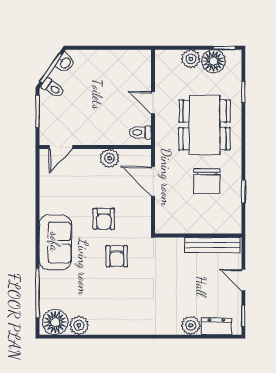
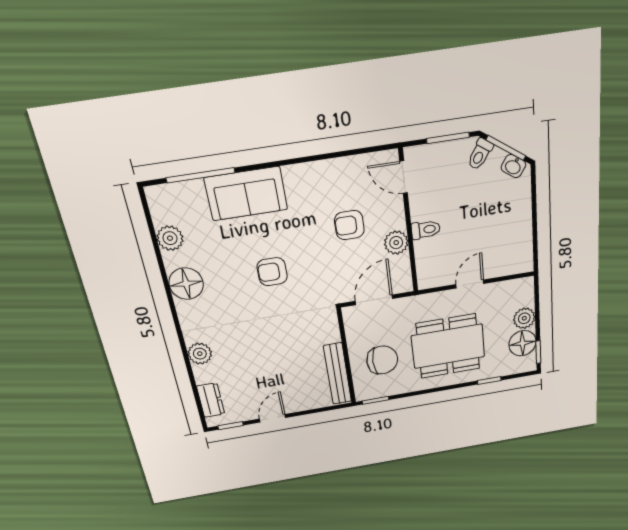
toilet: (140, 133) -> (426, 230), moved, turned 90
chair: (207, 181) -> (382, 360), turned 180
armchair: (104, 219) -> (349, 225), moved
wall: (198, 235) -> (346, 357), moved
sofa: (55, 242) -> (246, 194), moved
bench: (212, 245) -> (338, 374), moved
floor lamp: (55, 322) -> (186, 284), moved
plant: (191, 325) -> (200, 354), moved

